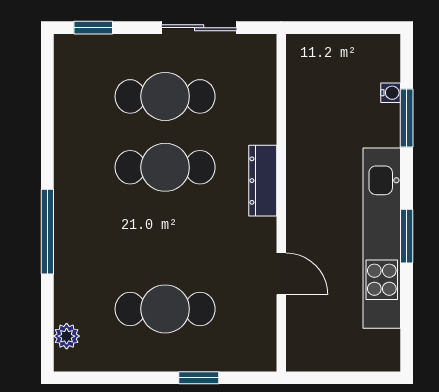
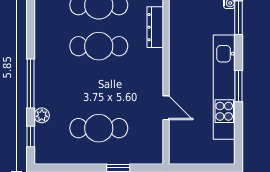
dresser: (263, 181) -> (155, 27), moved
window: (47, 323) -> (31, 137), added
plant: (67, 336) -> (42, 115), moved

